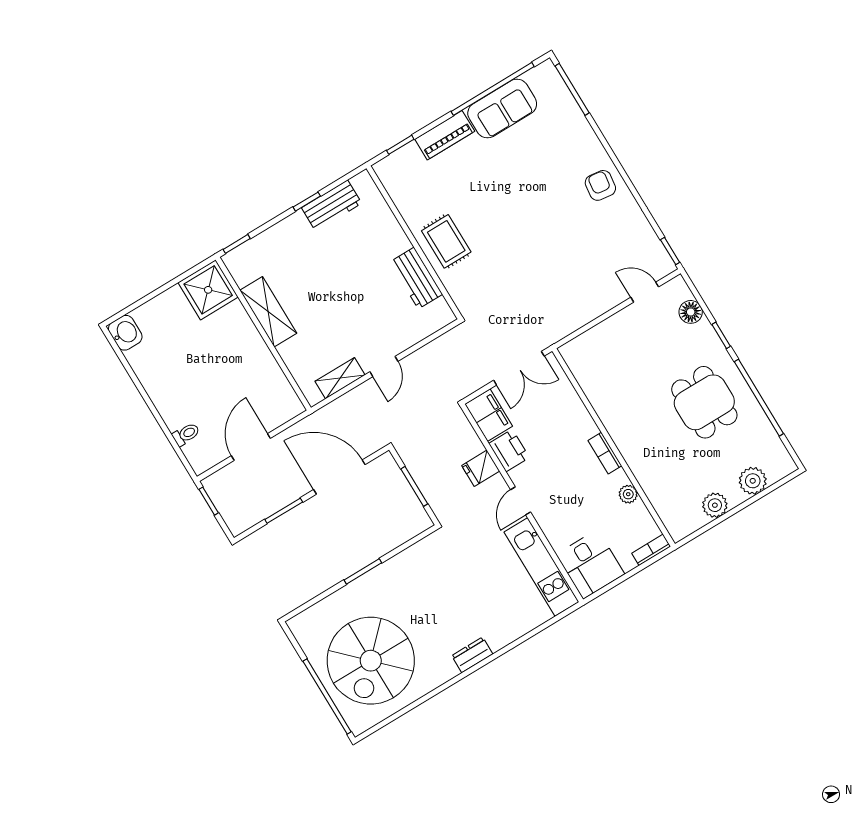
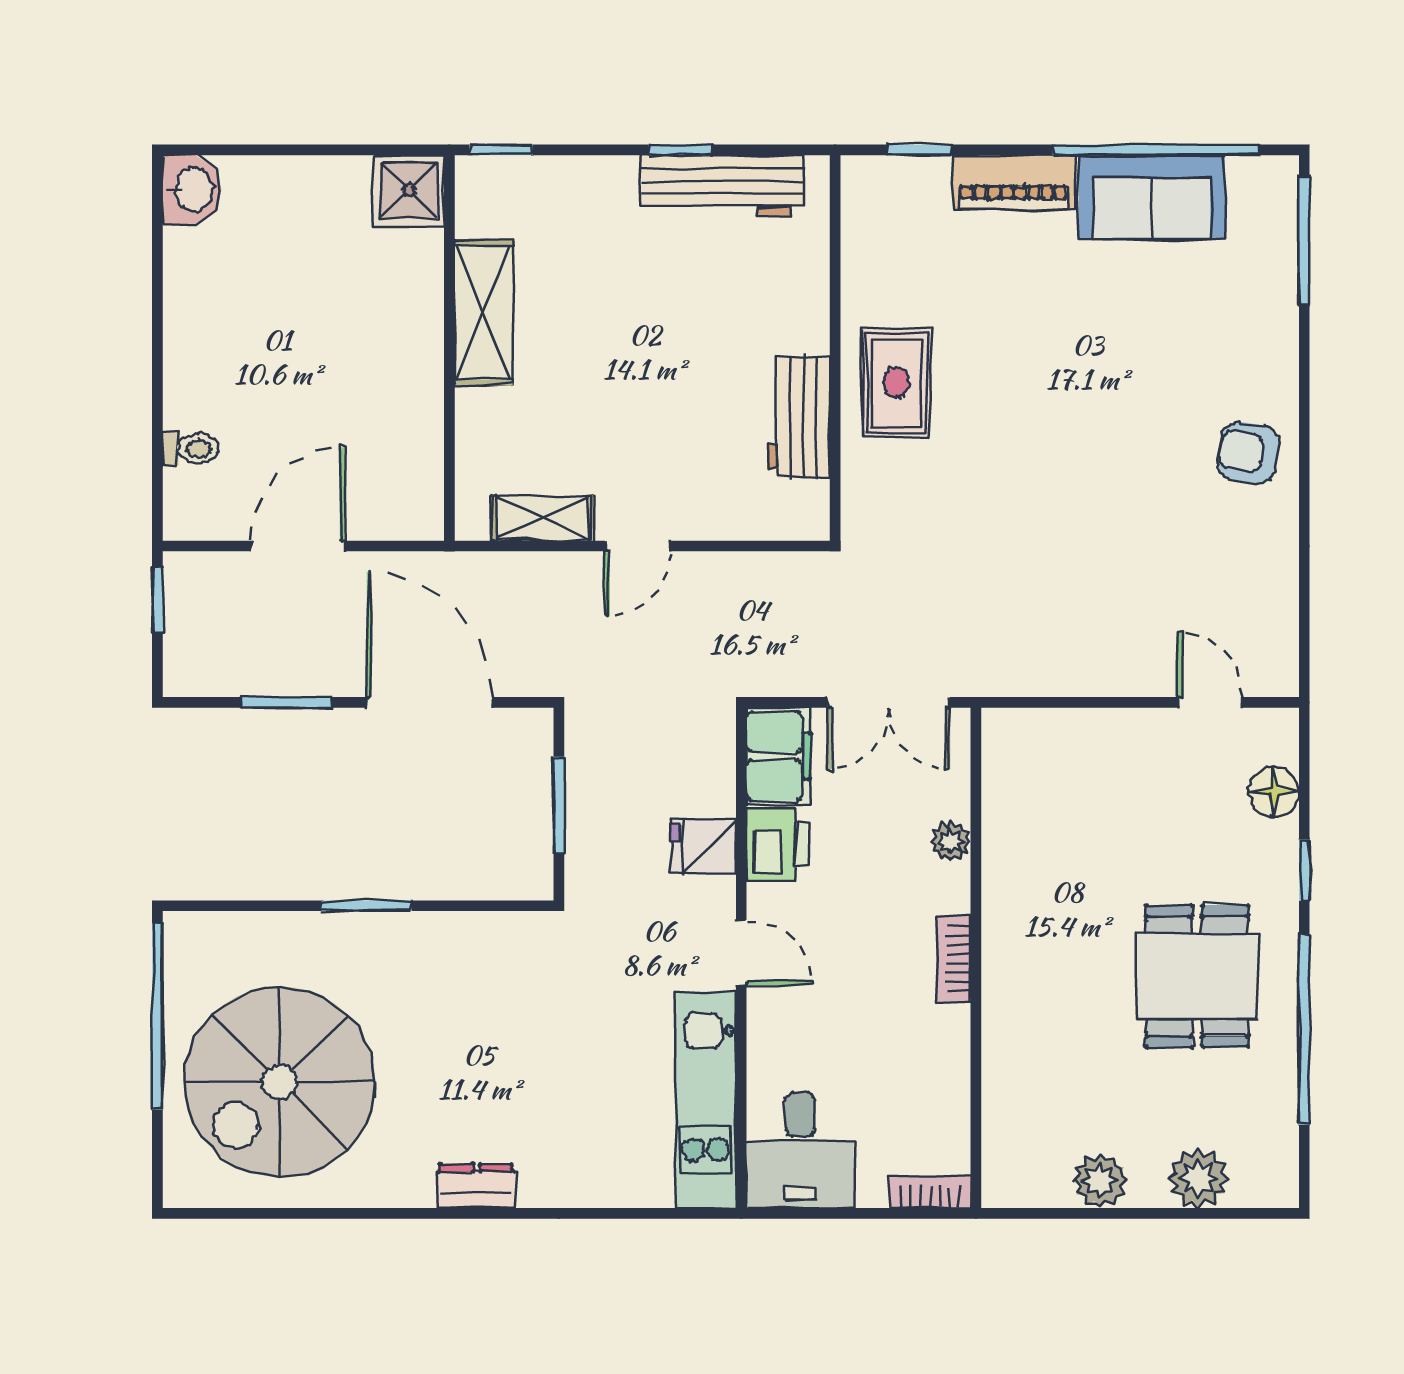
armchair: (600, 185) -> (1248, 453), turned -88
workbench: (332, 206) -> (722, 186), width x1.38
window: (670, 251) -> (1304, 654), removed
shower: (208, 290) -> (409, 190), width x0.73, depth x0.73
plant: (628, 494) -> (950, 841), moved
door: (521, 501) -> (741, 952), swing flipped
window: (327, 697) -> (157, 1016), moved

